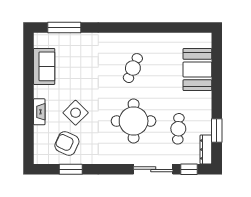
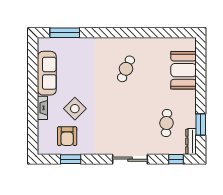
sofa: (44, 66) -> (47, 73), width x1.36
round table: (134, 121) -> (127, 116), removed
armchair: (67, 143) -> (67, 136), turned -115
sliding door: (153, 169) -> (130, 159), moved

